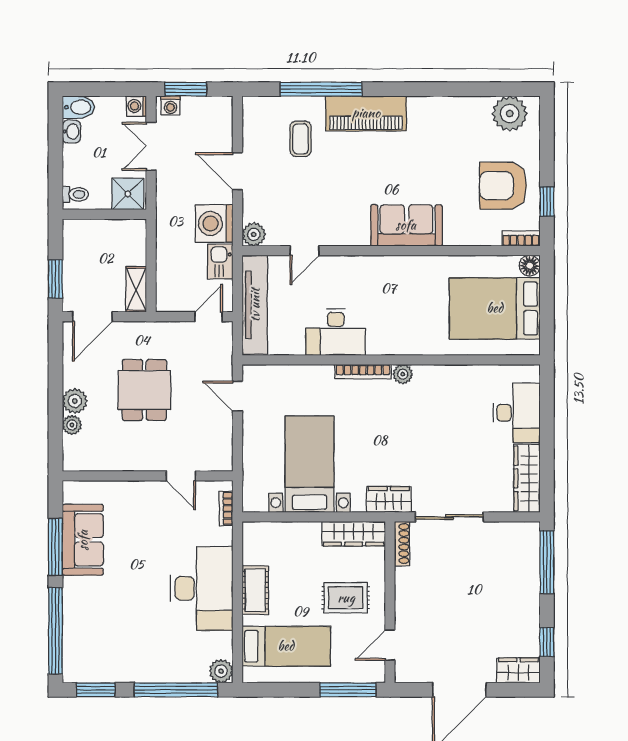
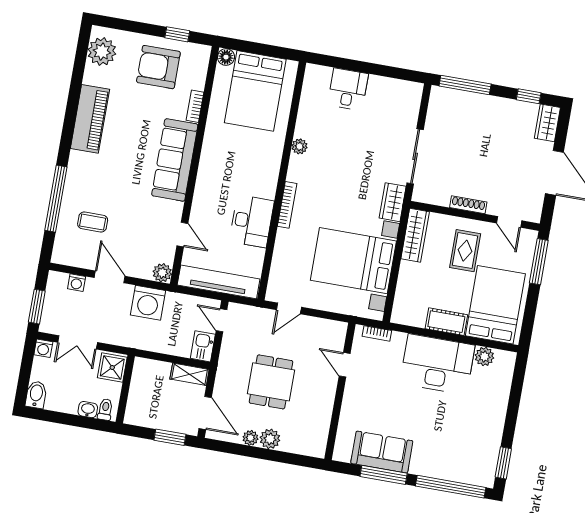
washing machine: (171, 106) -> (77, 283), moved, turned 90
piano: (366, 113) -> (90, 119), moved
washbasin: (71, 132) -> (88, 410), moved
door: (237, 171) -> (110, 277), swing flipped
armchair: (503, 186) -> (158, 67), turned 90
sofa: (406, 225) -> (175, 160), width x1.36
bookcase: (521, 238) -> (195, 106), moved
kitchen sink: (220, 261) -> (203, 346), moved, turned 90
plant: (403, 374) -> (299, 146), moved
dining table: (144, 390) -> (271, 382), turned 90
desk: (517, 413) -> (348, 89), width x0.73
plant: (72, 425) -> (250, 438), moved
bed with nightstands: (309, 464) -> (353, 261), width x1.36
door: (181, 476) -> (345, 365), swing flipped
wardrobe: (527, 478) -> (395, 89), removed
shoe rack: (402, 544) -> (468, 205), moved
bed: (286, 646) -> (495, 305), width x1.50
plant: (221, 671) -> (484, 356), moved
window: (176, 690) -> (515, 399), removed

